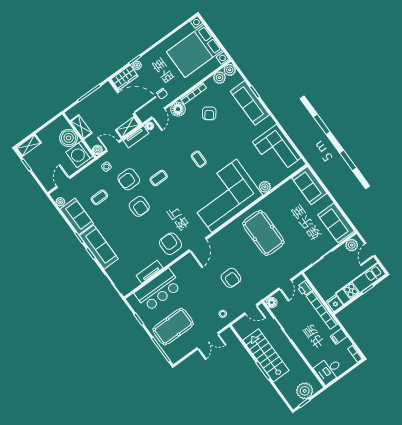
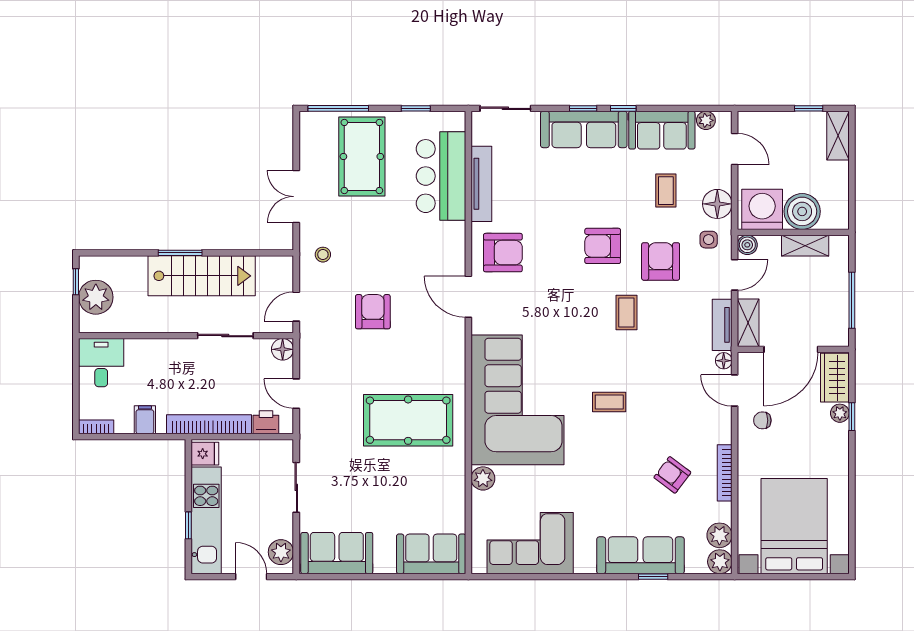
floor lamp: (178, 109) -> (717, 204), moved
tv unit: (150, 272) -> (481, 184), width x1.41
armchair: (231, 278) -> (373, 312), turned 90

